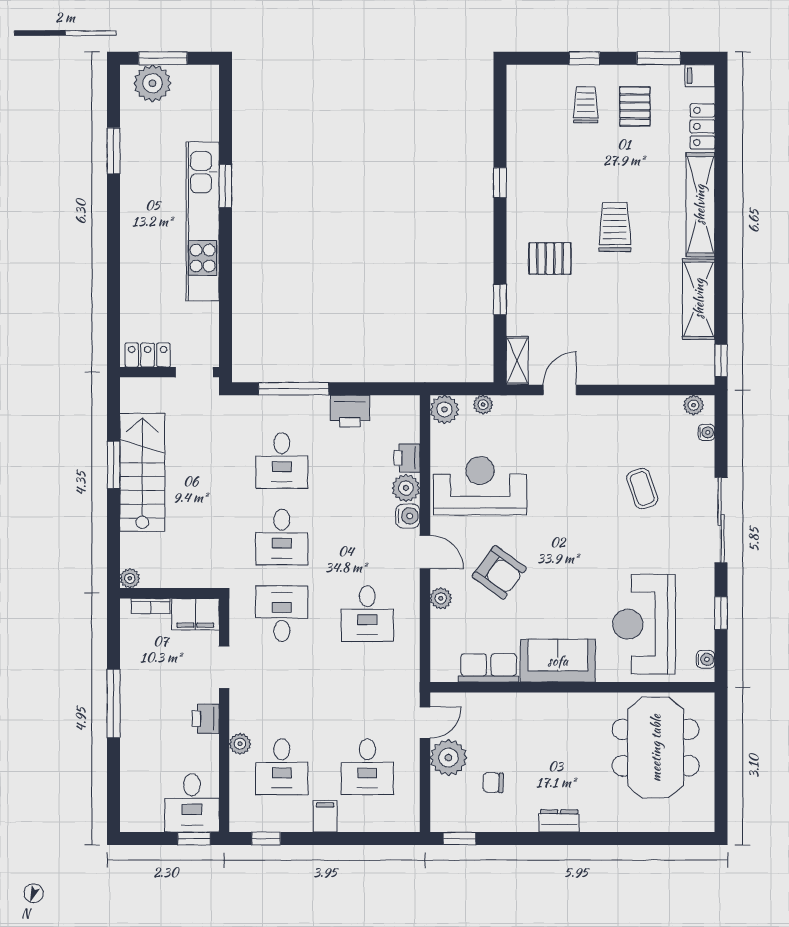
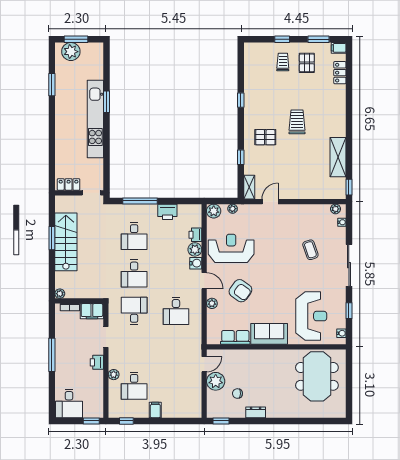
shelving: (700, 205) -> (339, 111), removed
reception desk: (644, 624) -> (311, 316), turned 180
desk: (367, 767) -> (176, 386), removed
desk: (192, 803) -> (69, 403), moved
dresser: (559, 821) -> (256, 412), moved

